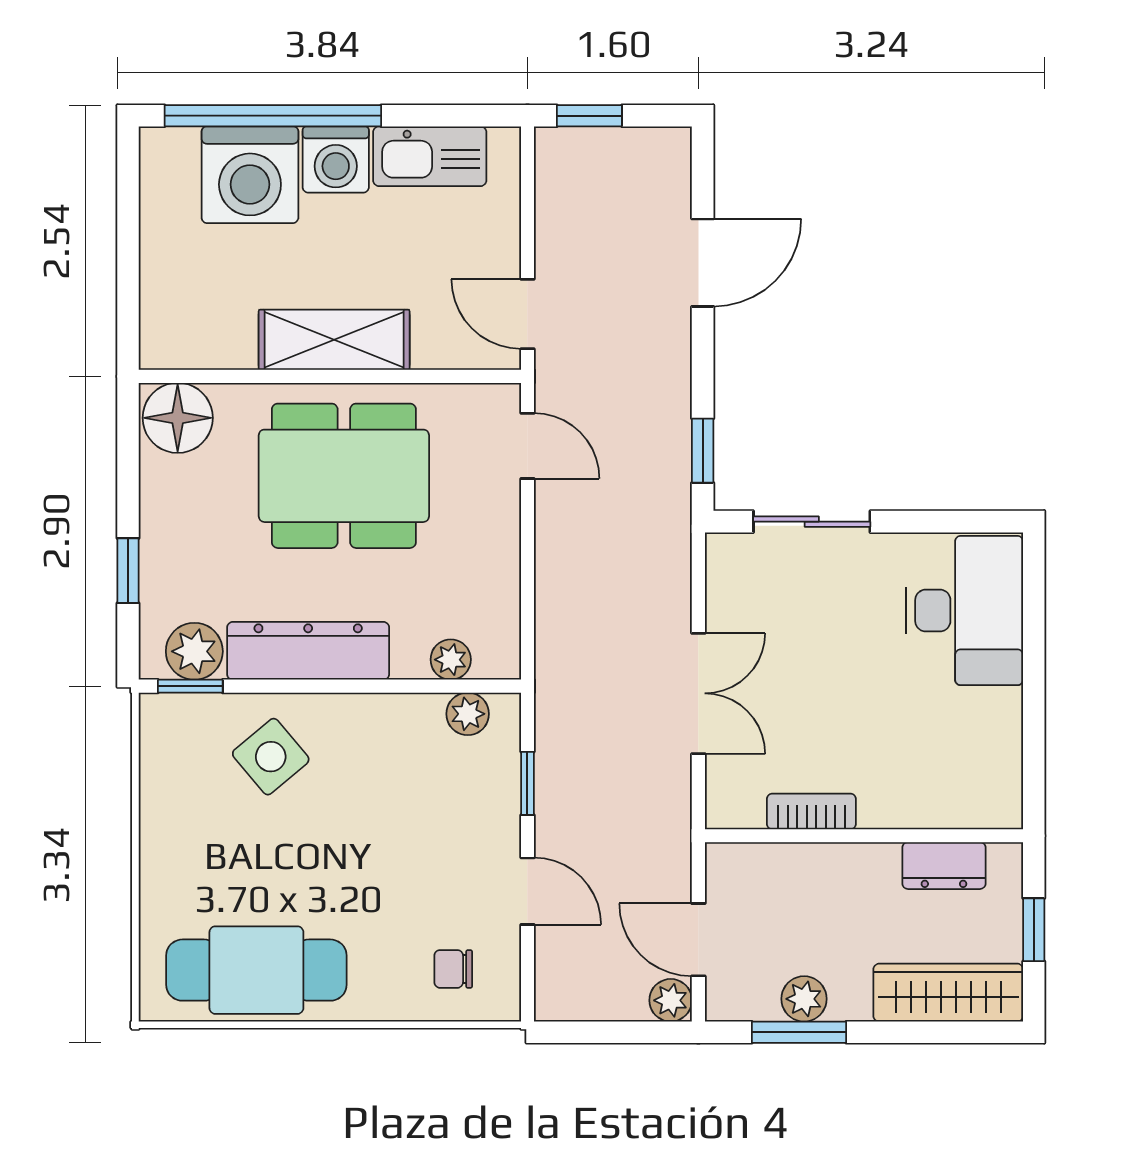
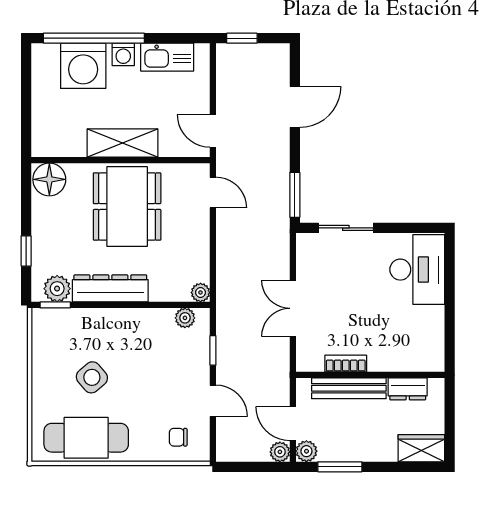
washing machine: (336, 160) -> (123, 54), width x0.73, depth x0.73
window: (703, 451) -> (295, 195), width x1.50
dining table: (344, 476) -> (127, 207), turned 90
plant: (451, 660) -> (200, 292), moved
double door: (698, 693) -> (293, 308), swing flipped
side table: (271, 757) -> (92, 377), moved
bench: (818, 864) -> (349, 388), added
window: (1034, 930) -> (450, 419), removed
wardrobe: (948, 993) -> (421, 448), width x0.67
plant: (804, 999) -> (306, 451), moved

